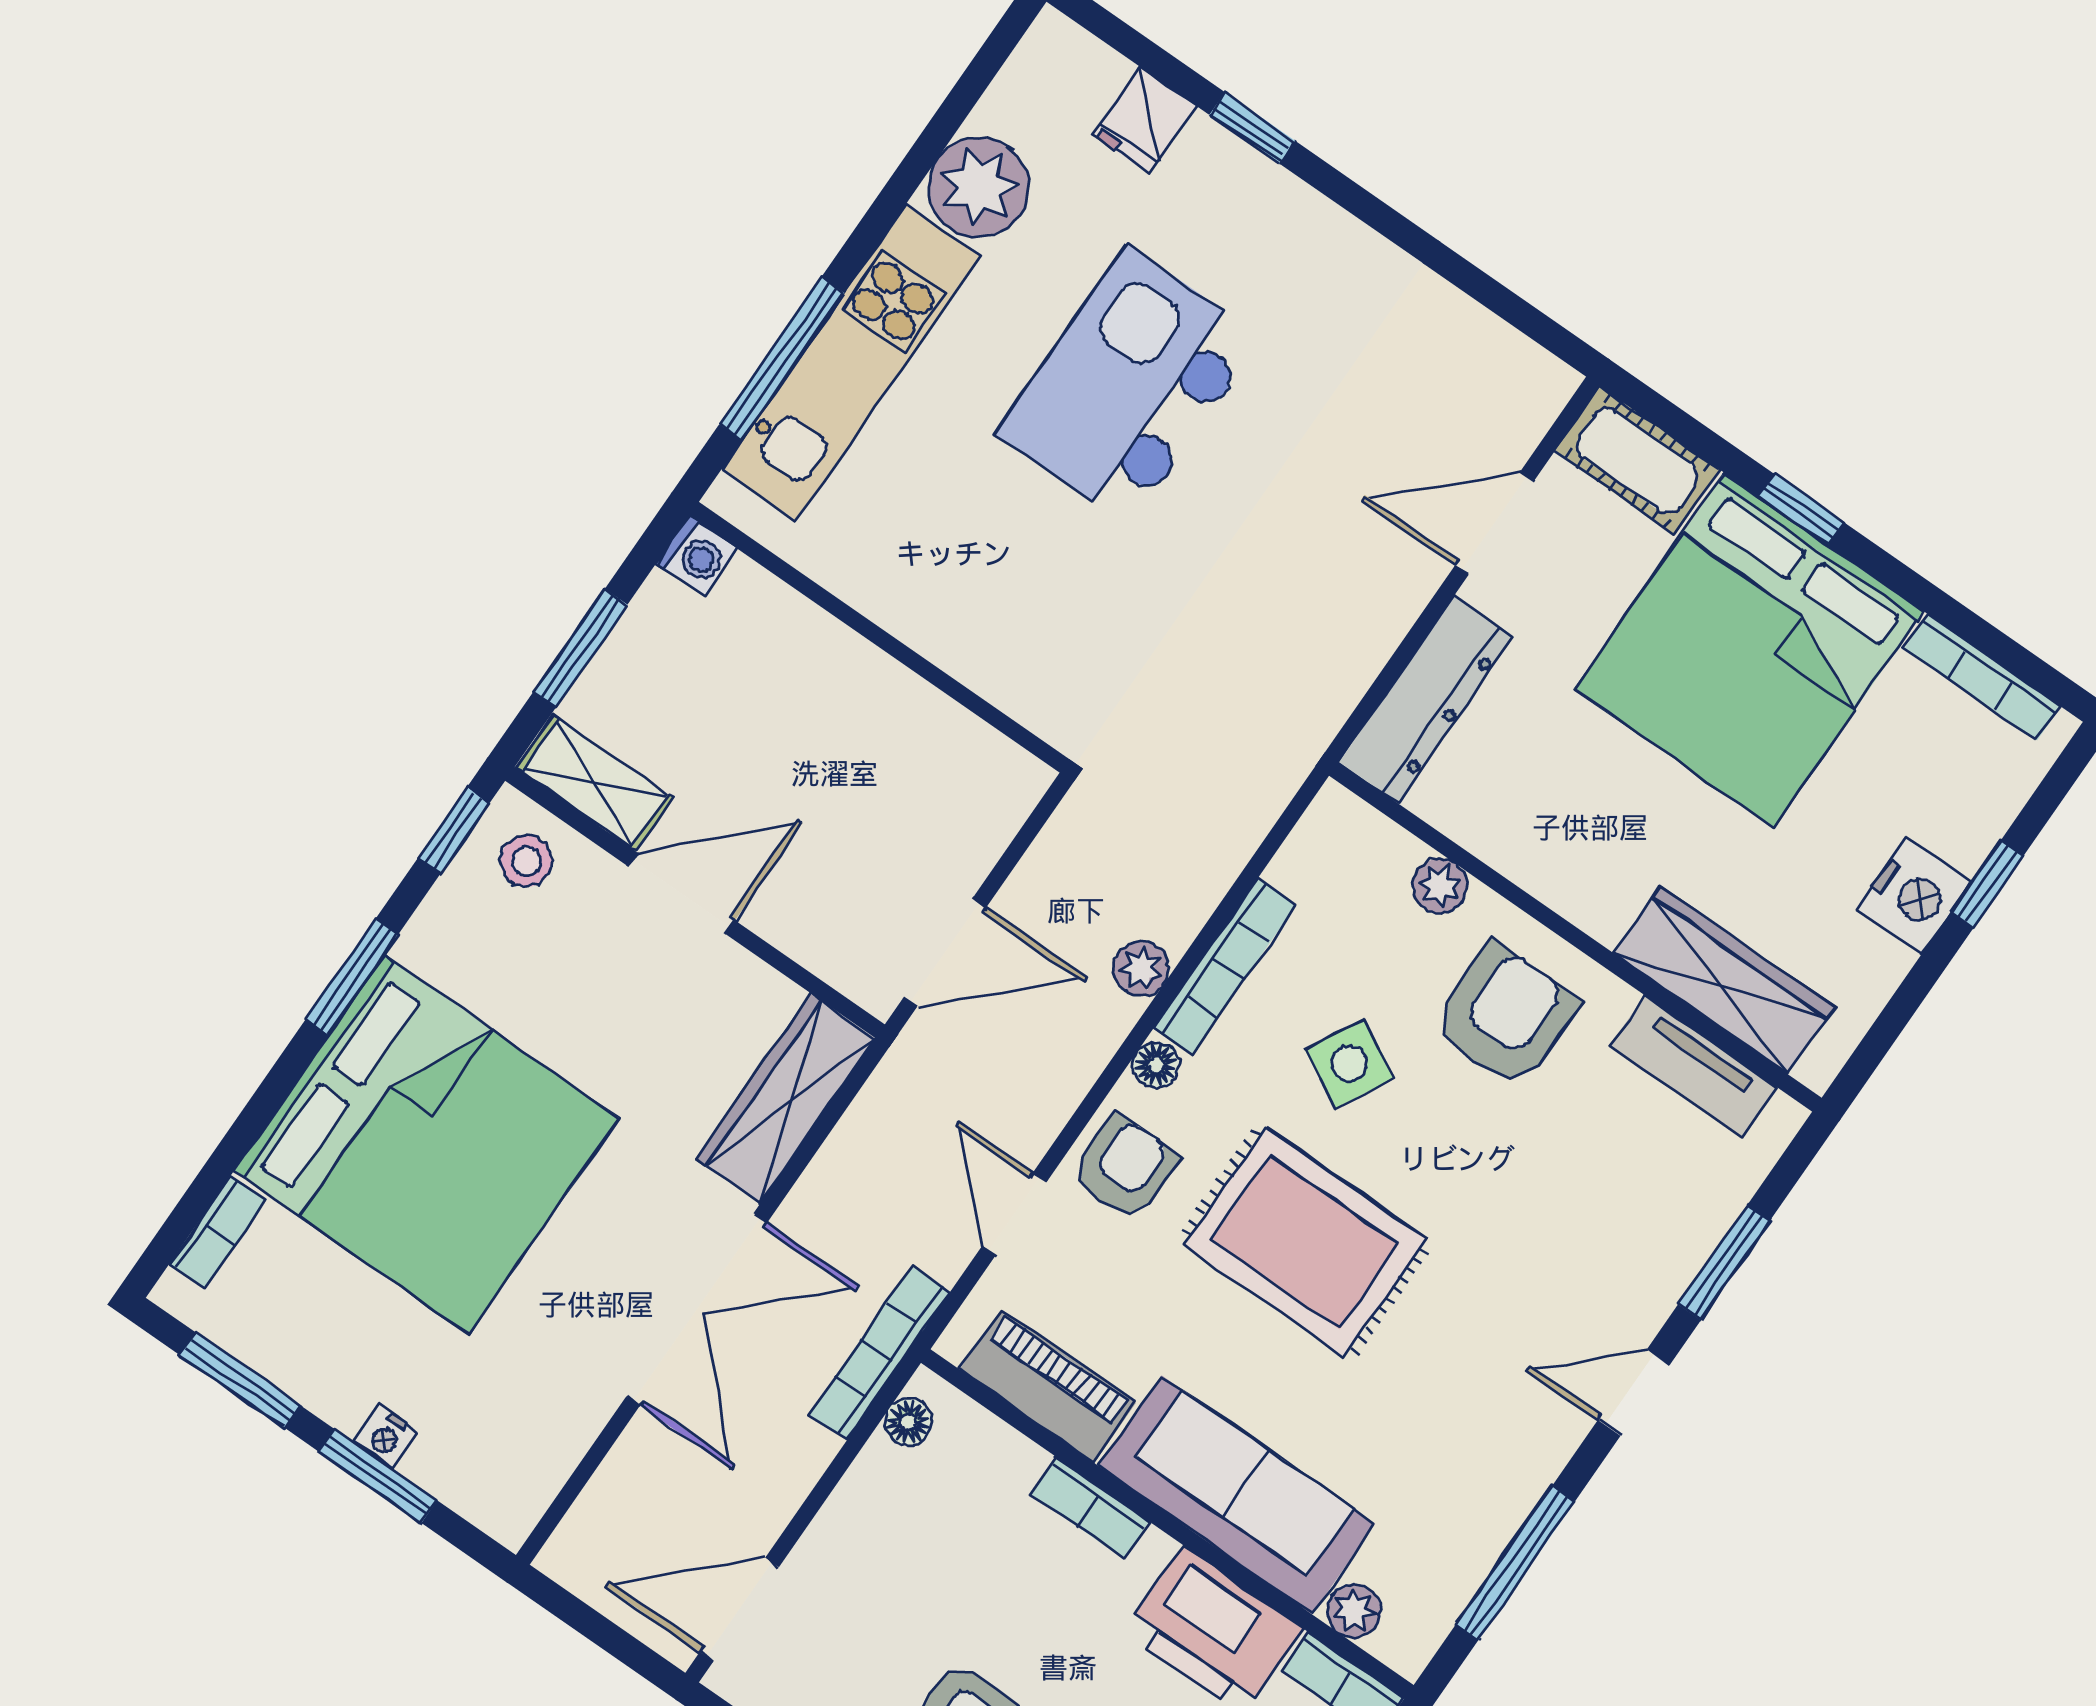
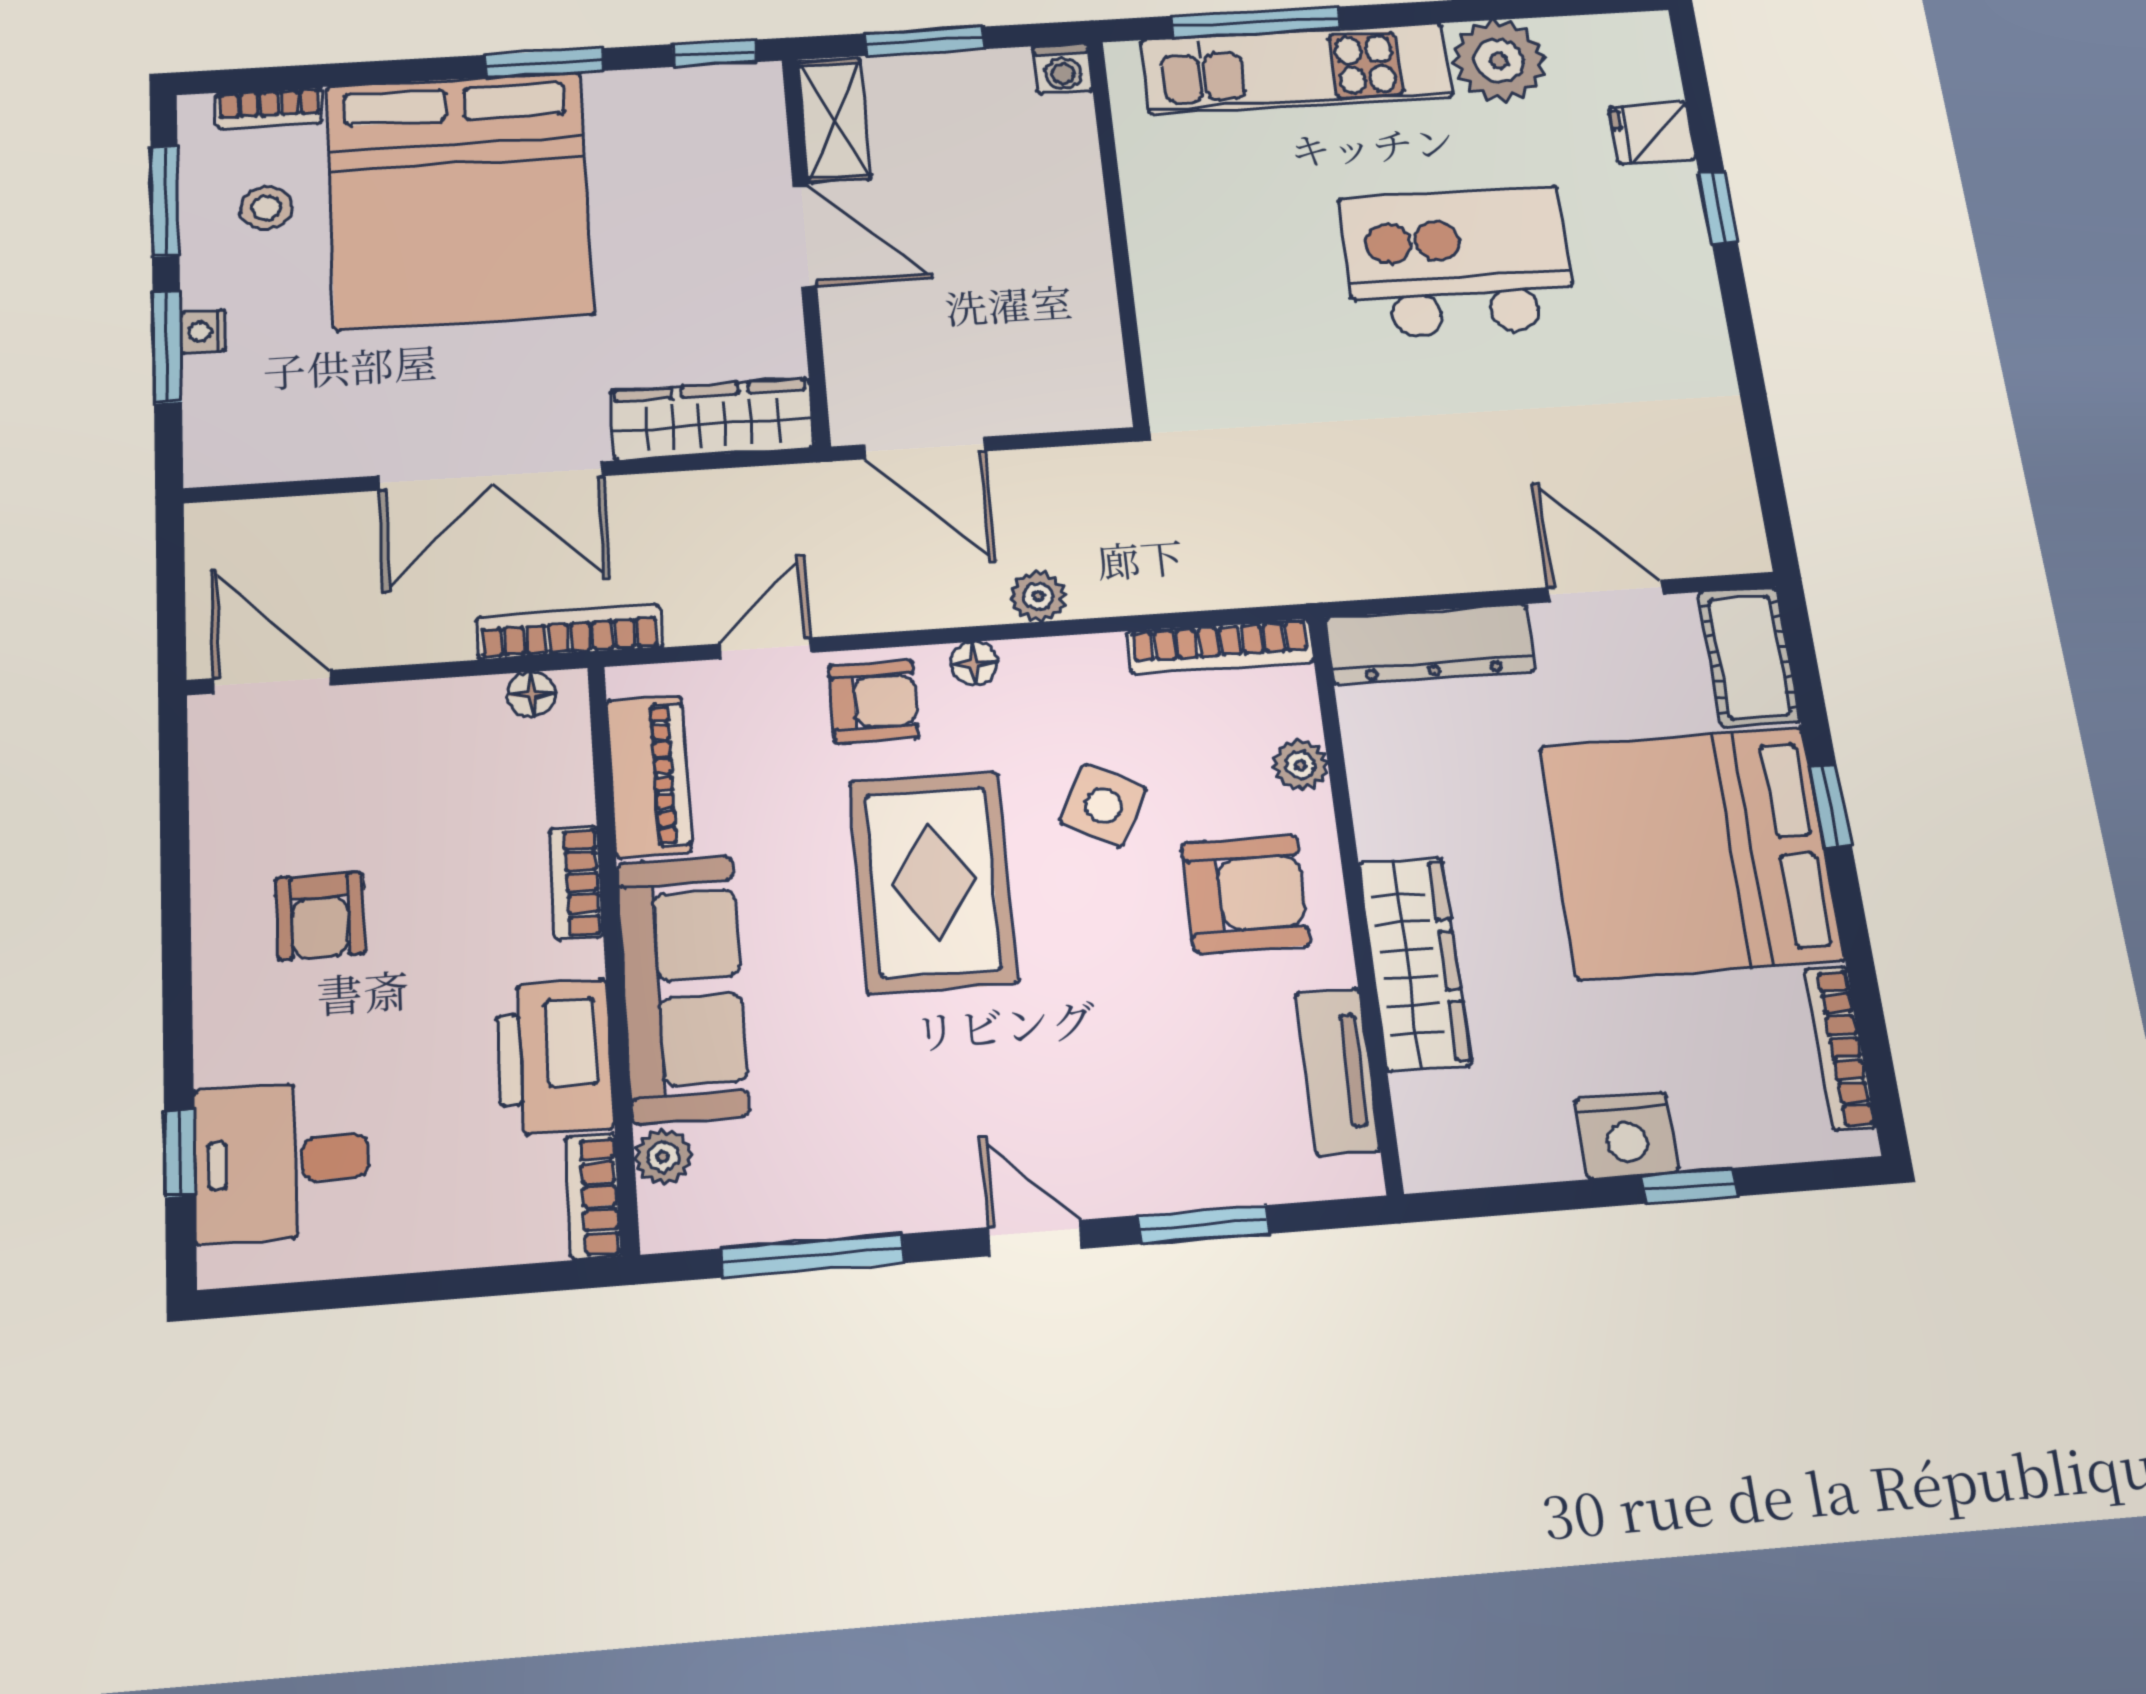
stool: (526, 861) -> (266, 208), moved
bookcase: (1225, 967) -> (1220, 647), moved
wardrobe: (1724, 980) -> (1415, 963), moved

